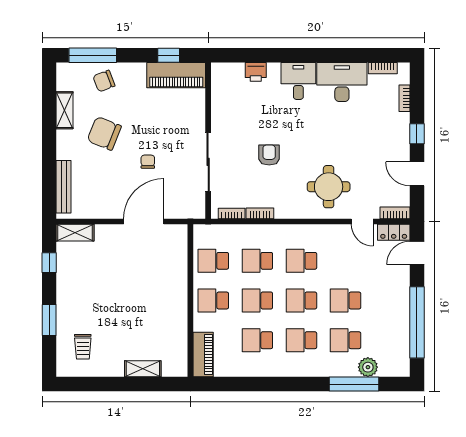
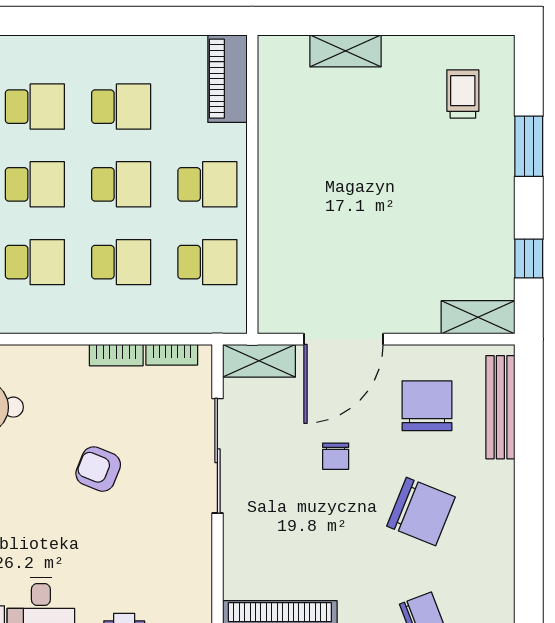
shelving: (65, 110) -> (259, 361), moved, turned 90
armchair: (269, 155) -> (98, 469), turned 112
chair: (101, 187) -> (427, 406), added

